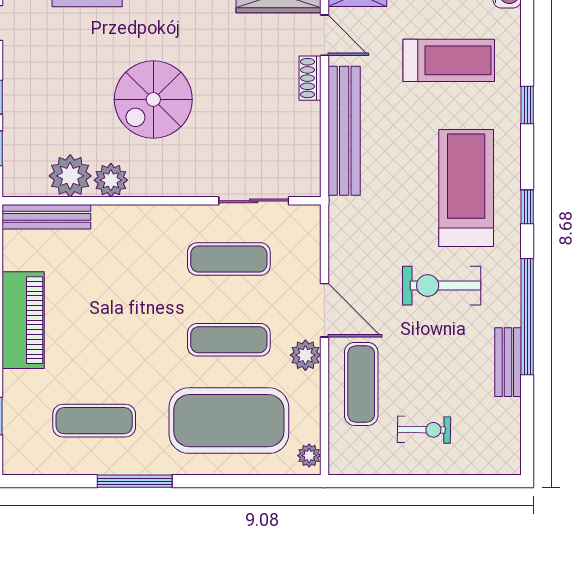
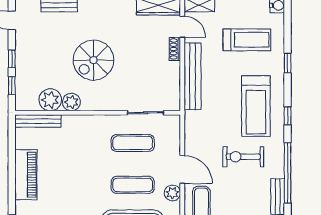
treadmill: (466, 188) -> (256, 106), turned 180

